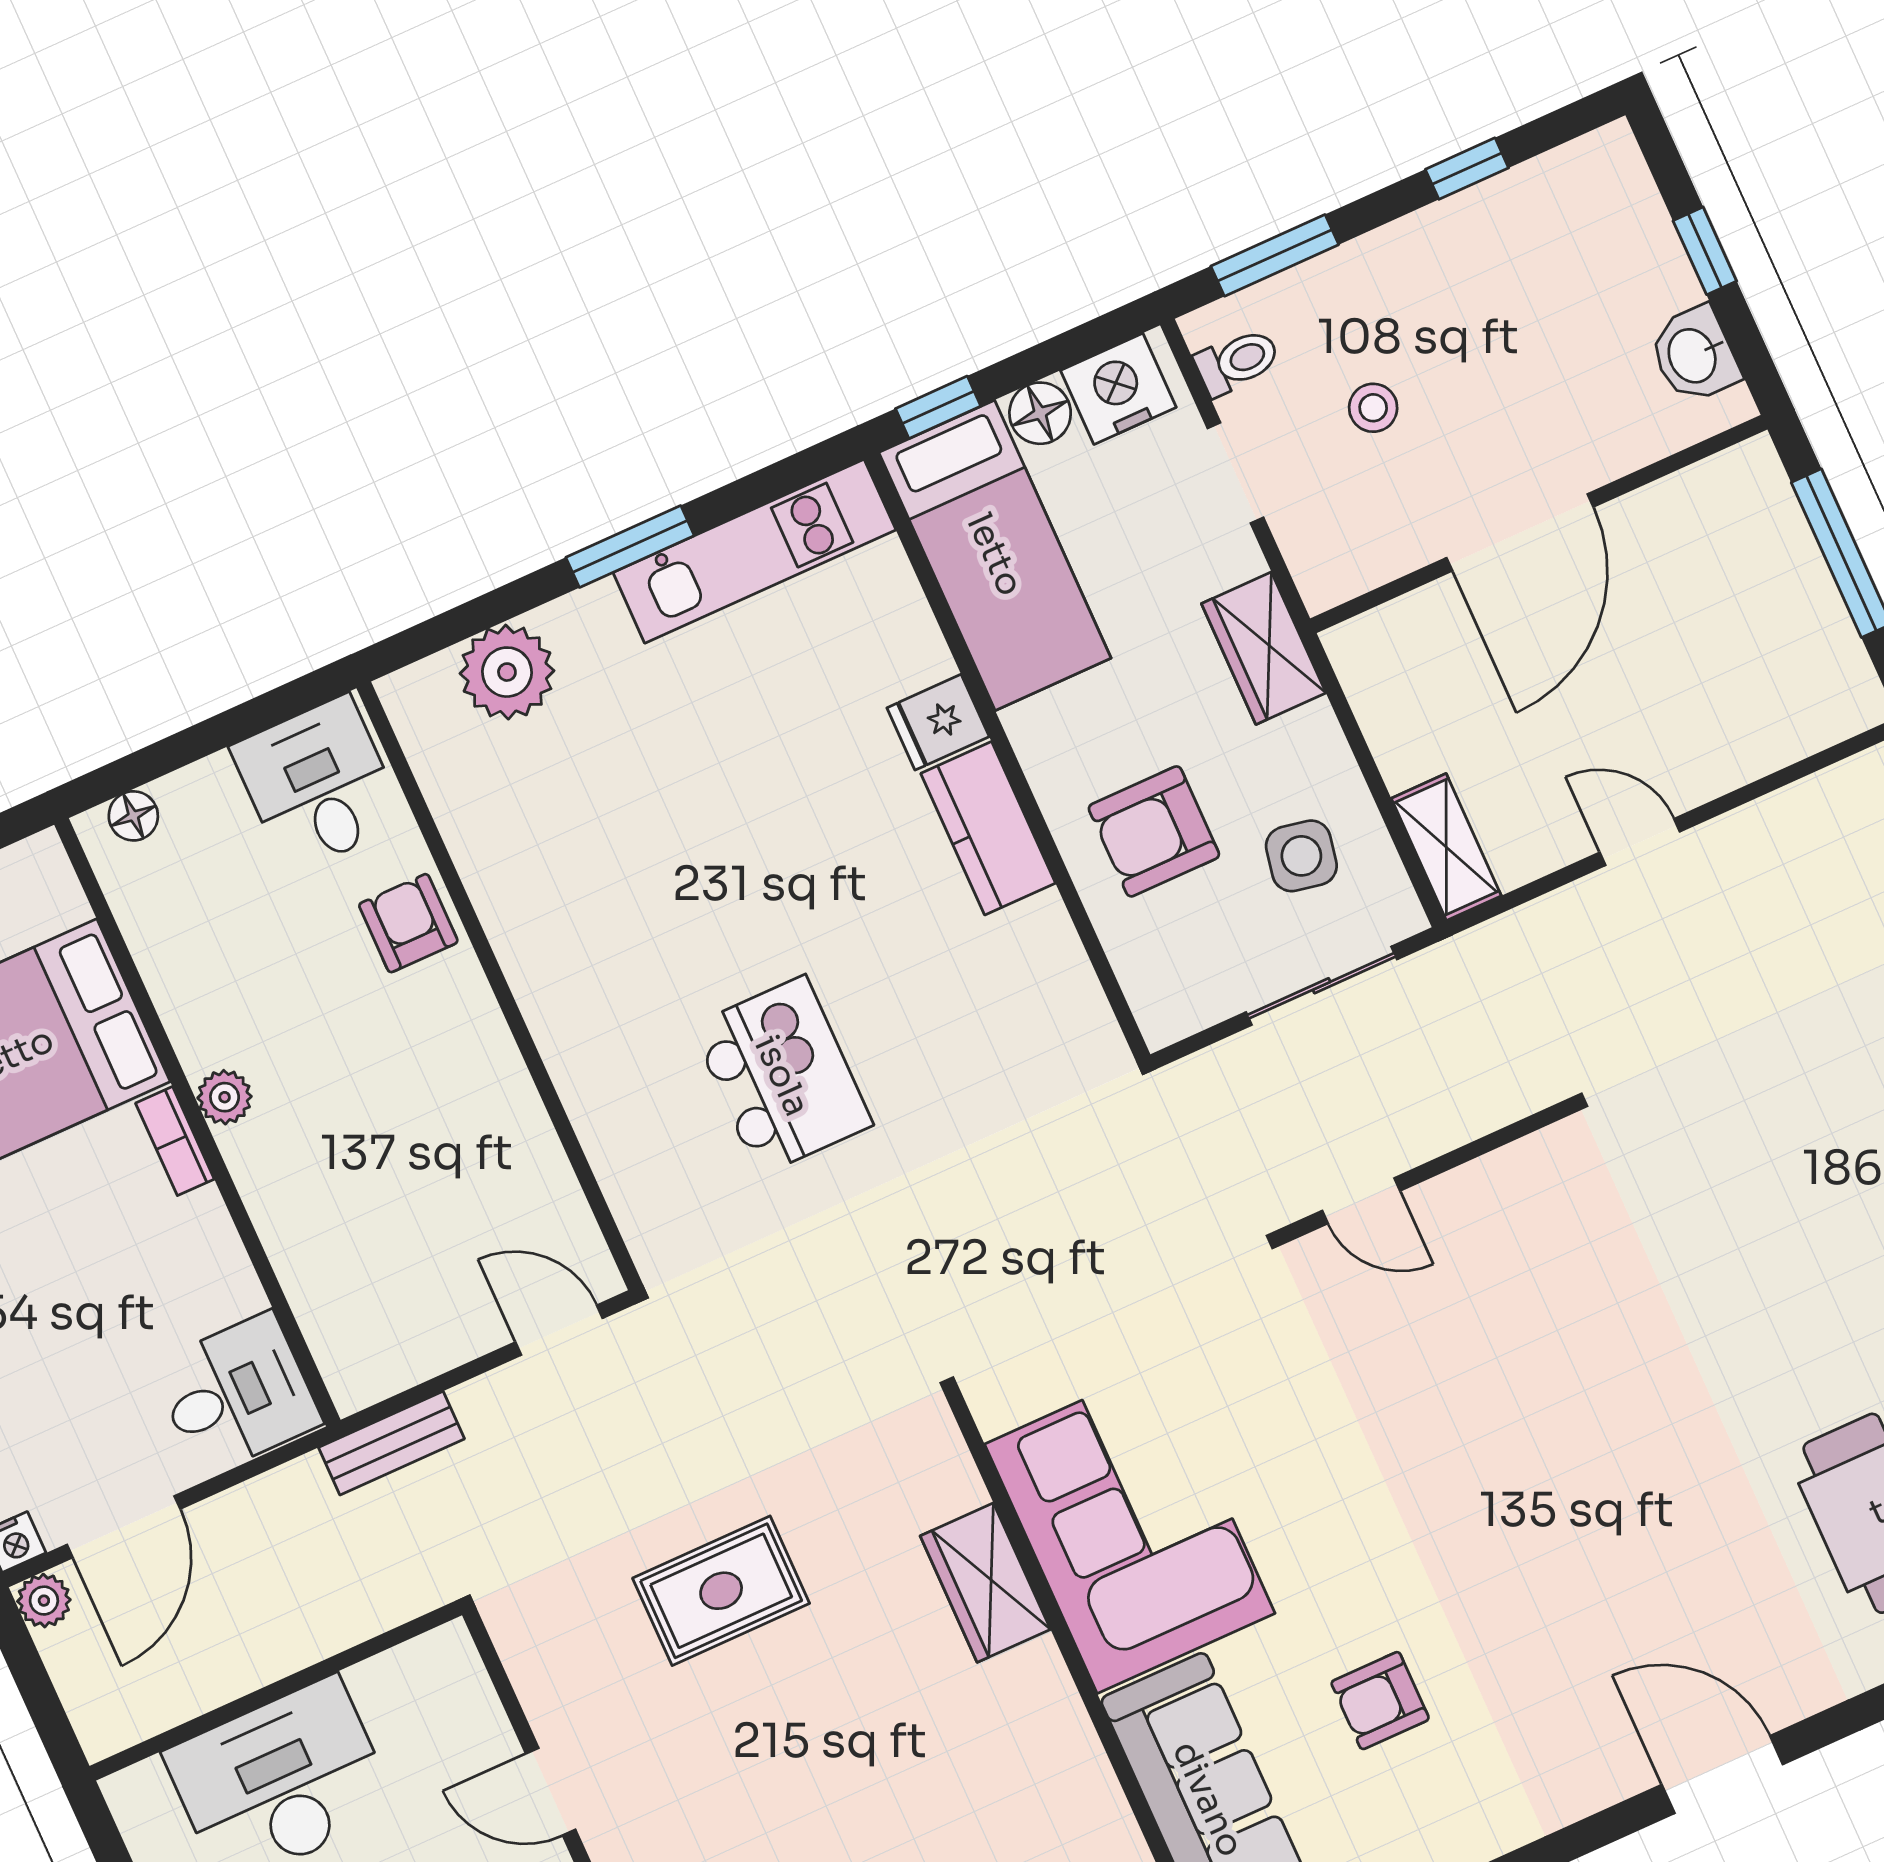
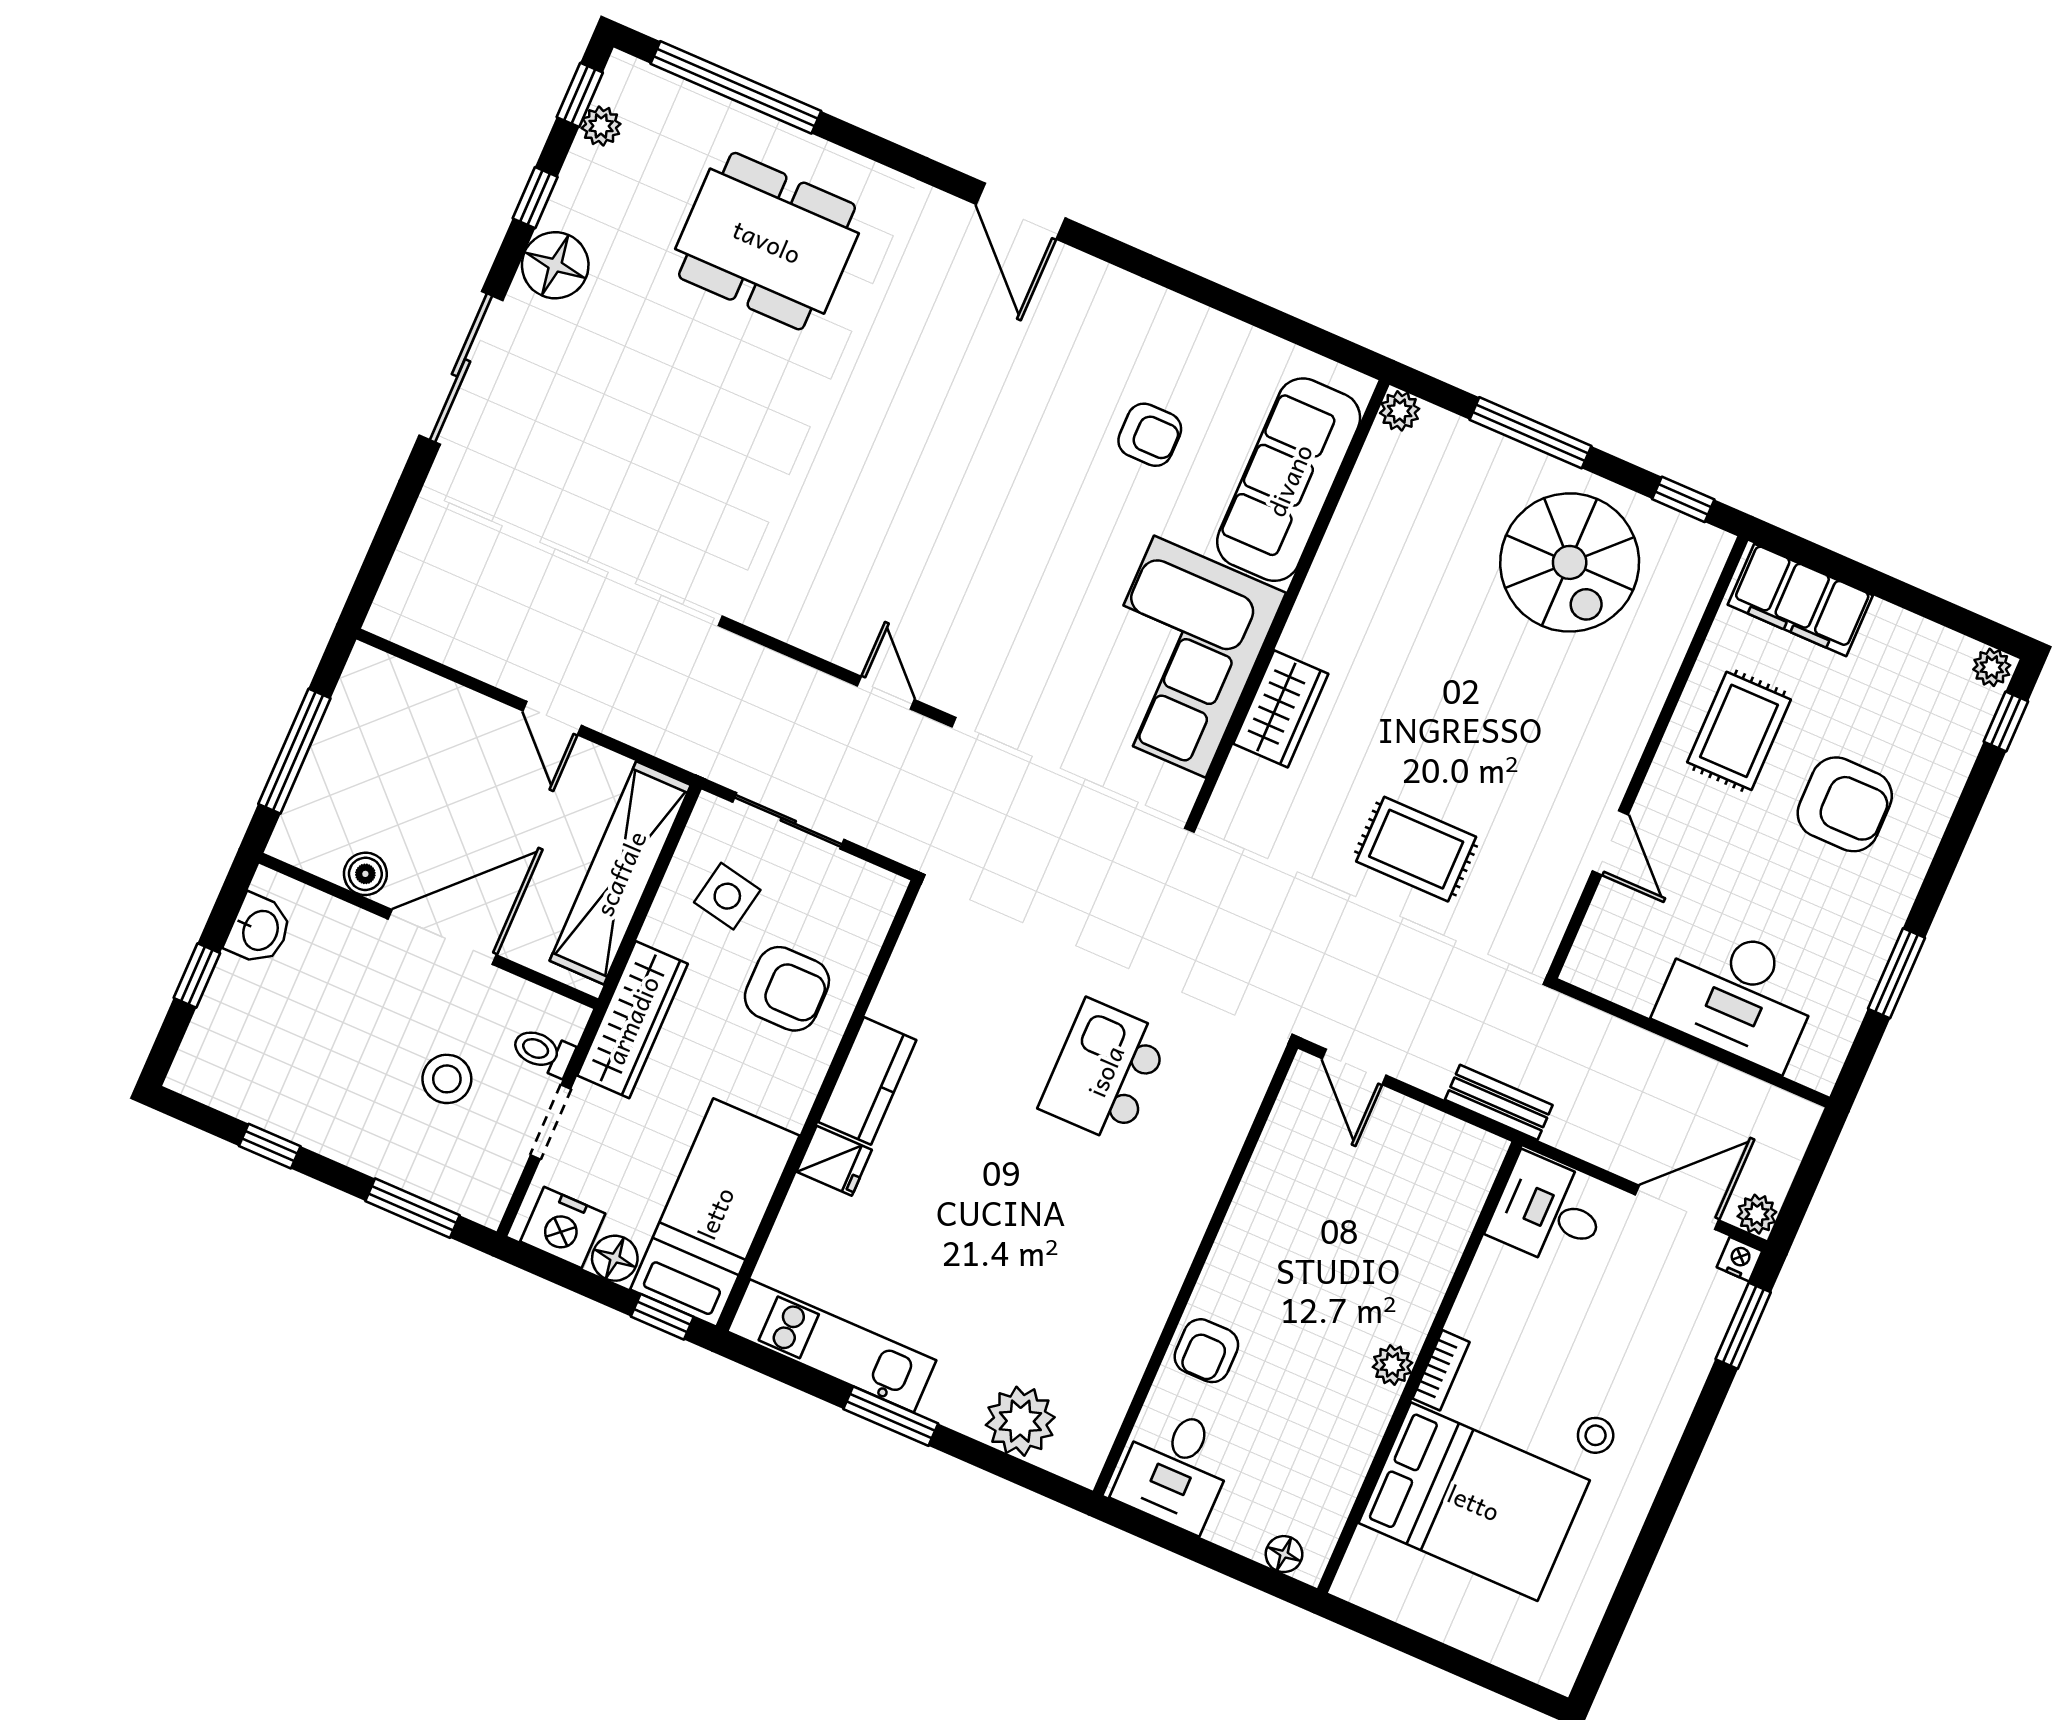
toilet: (1237, 362) -> (543, 1052), moved
stool: (1373, 408) -> (447, 1079), width x1.37, depth x1.37
boiler: (1653, 513) -> (365, 874), added
wardrobe: (1264, 648) -> (632, 1020), width x1.50
shelving: (1446, 847) -> (620, 873), width x2.20, depth x1.33

